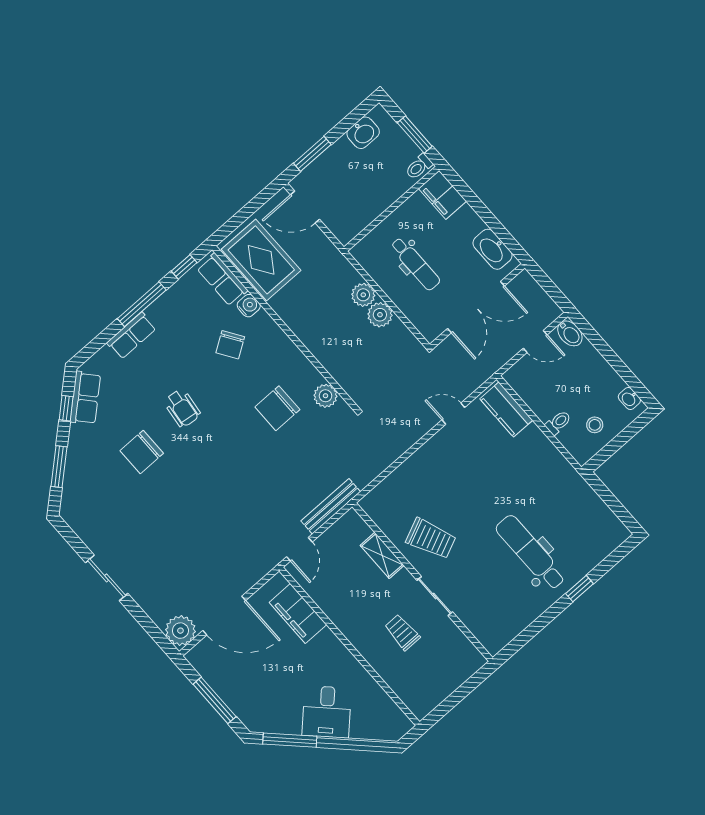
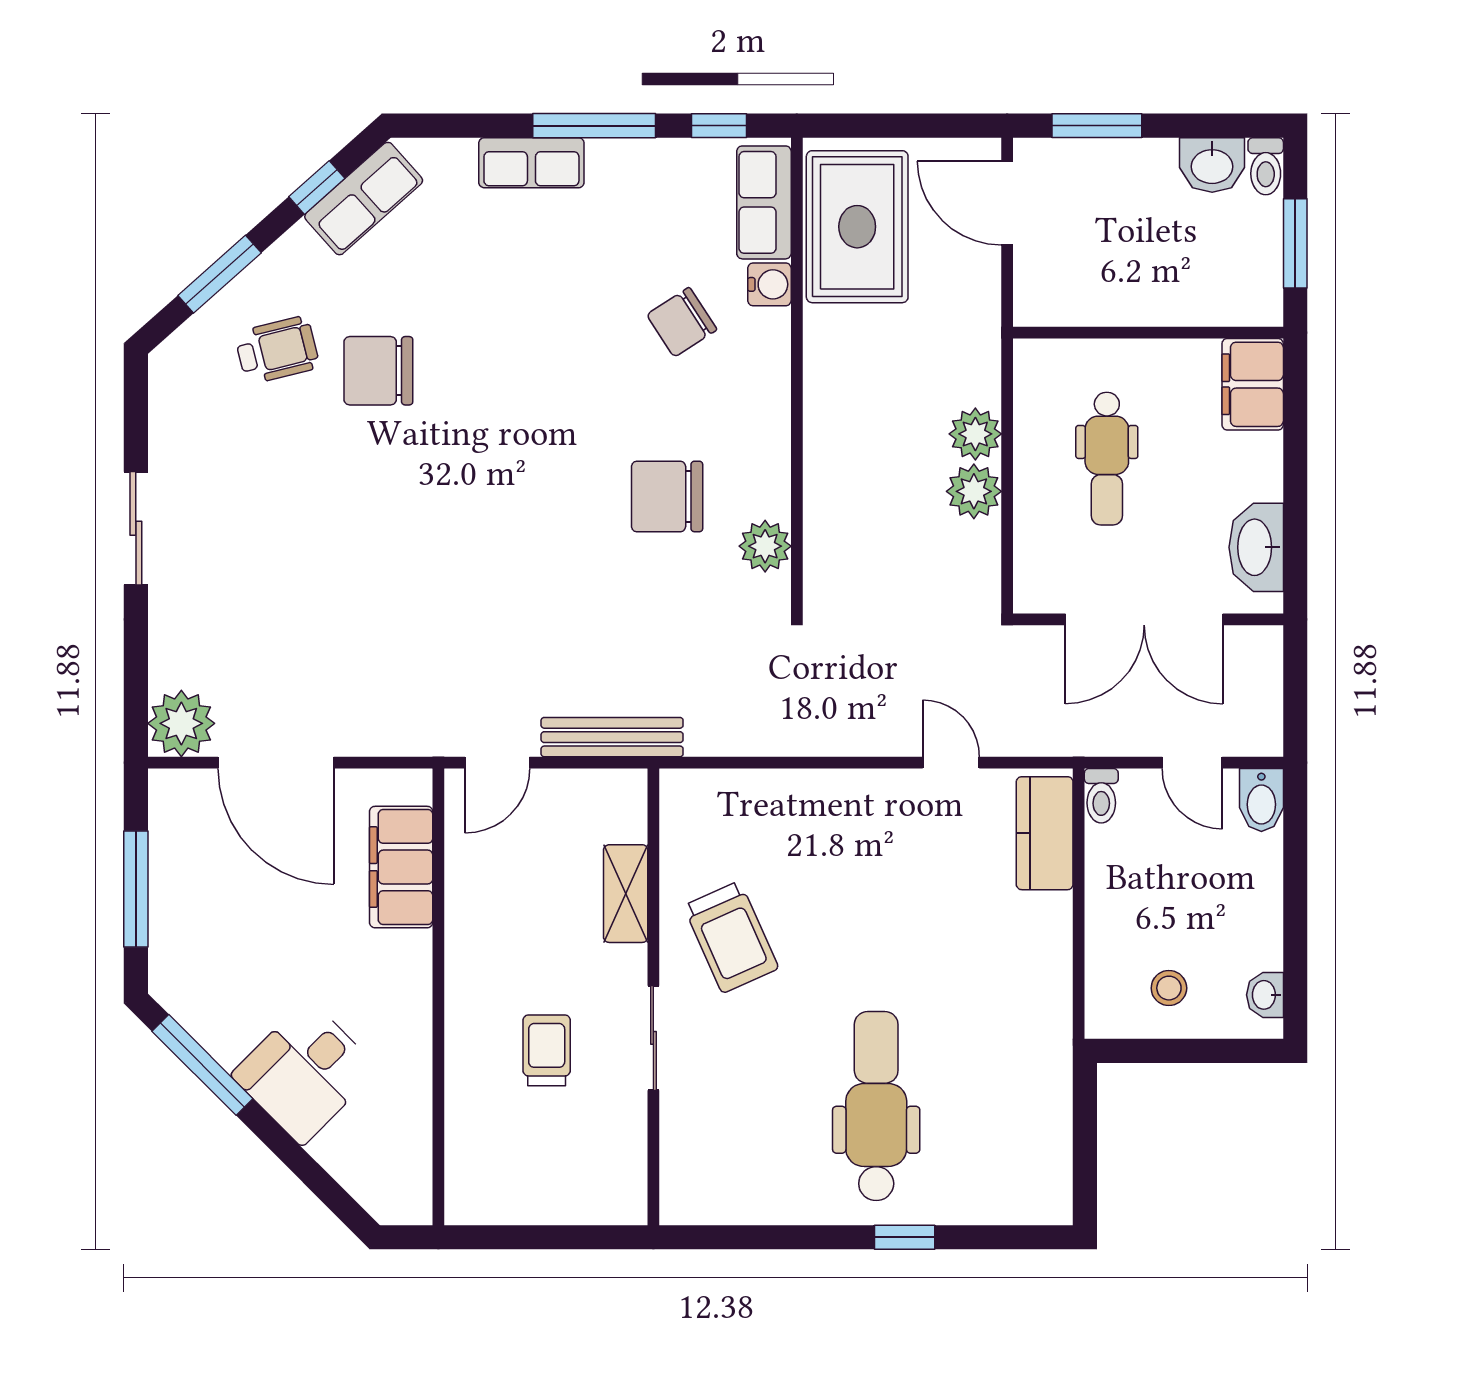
toilet: (419, 167) -> (1266, 166), moved, turned -90
wheelchair: (182, 408) -> (277, 350), moved, turned -111
toilet: (558, 423) -> (1101, 796), moved, turned 90

